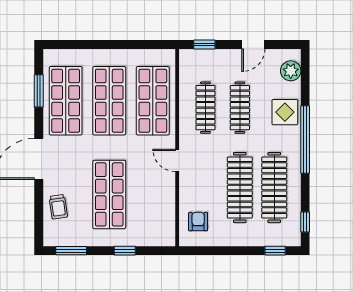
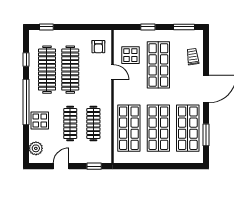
door: (177, 160) -> (113, 72), moved
display table: (150, 209) -> (130, 55), added
window: (305, 222) -> (26, 60), moved

